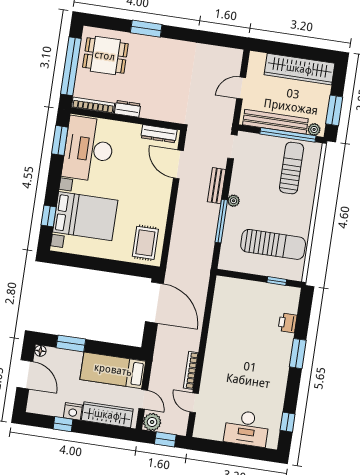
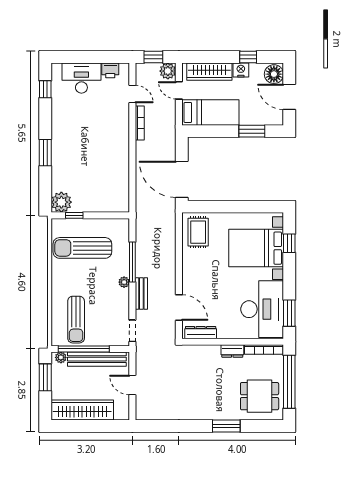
door: (241, 88) -> (132, 385), swing flipped
plant: (288, 297) -> (61, 202), added
printer: (288, 323) -> (110, 70), moved, turned 90
floor lamp: (40, 351) -> (274, 74), moved, width x1.89, depth x1.89

